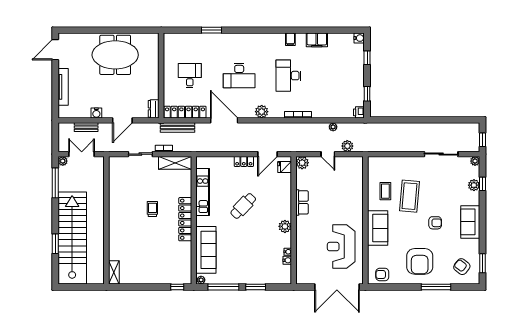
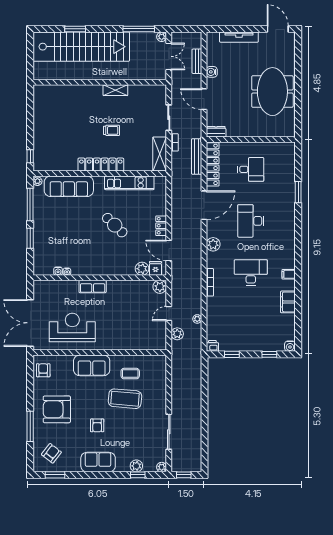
row of seats: (302, 202) -> (93, 286), moved
plant: (285, 226) -> (142, 269), moved
shelving: (114, 272) -> (115, 90), moved

